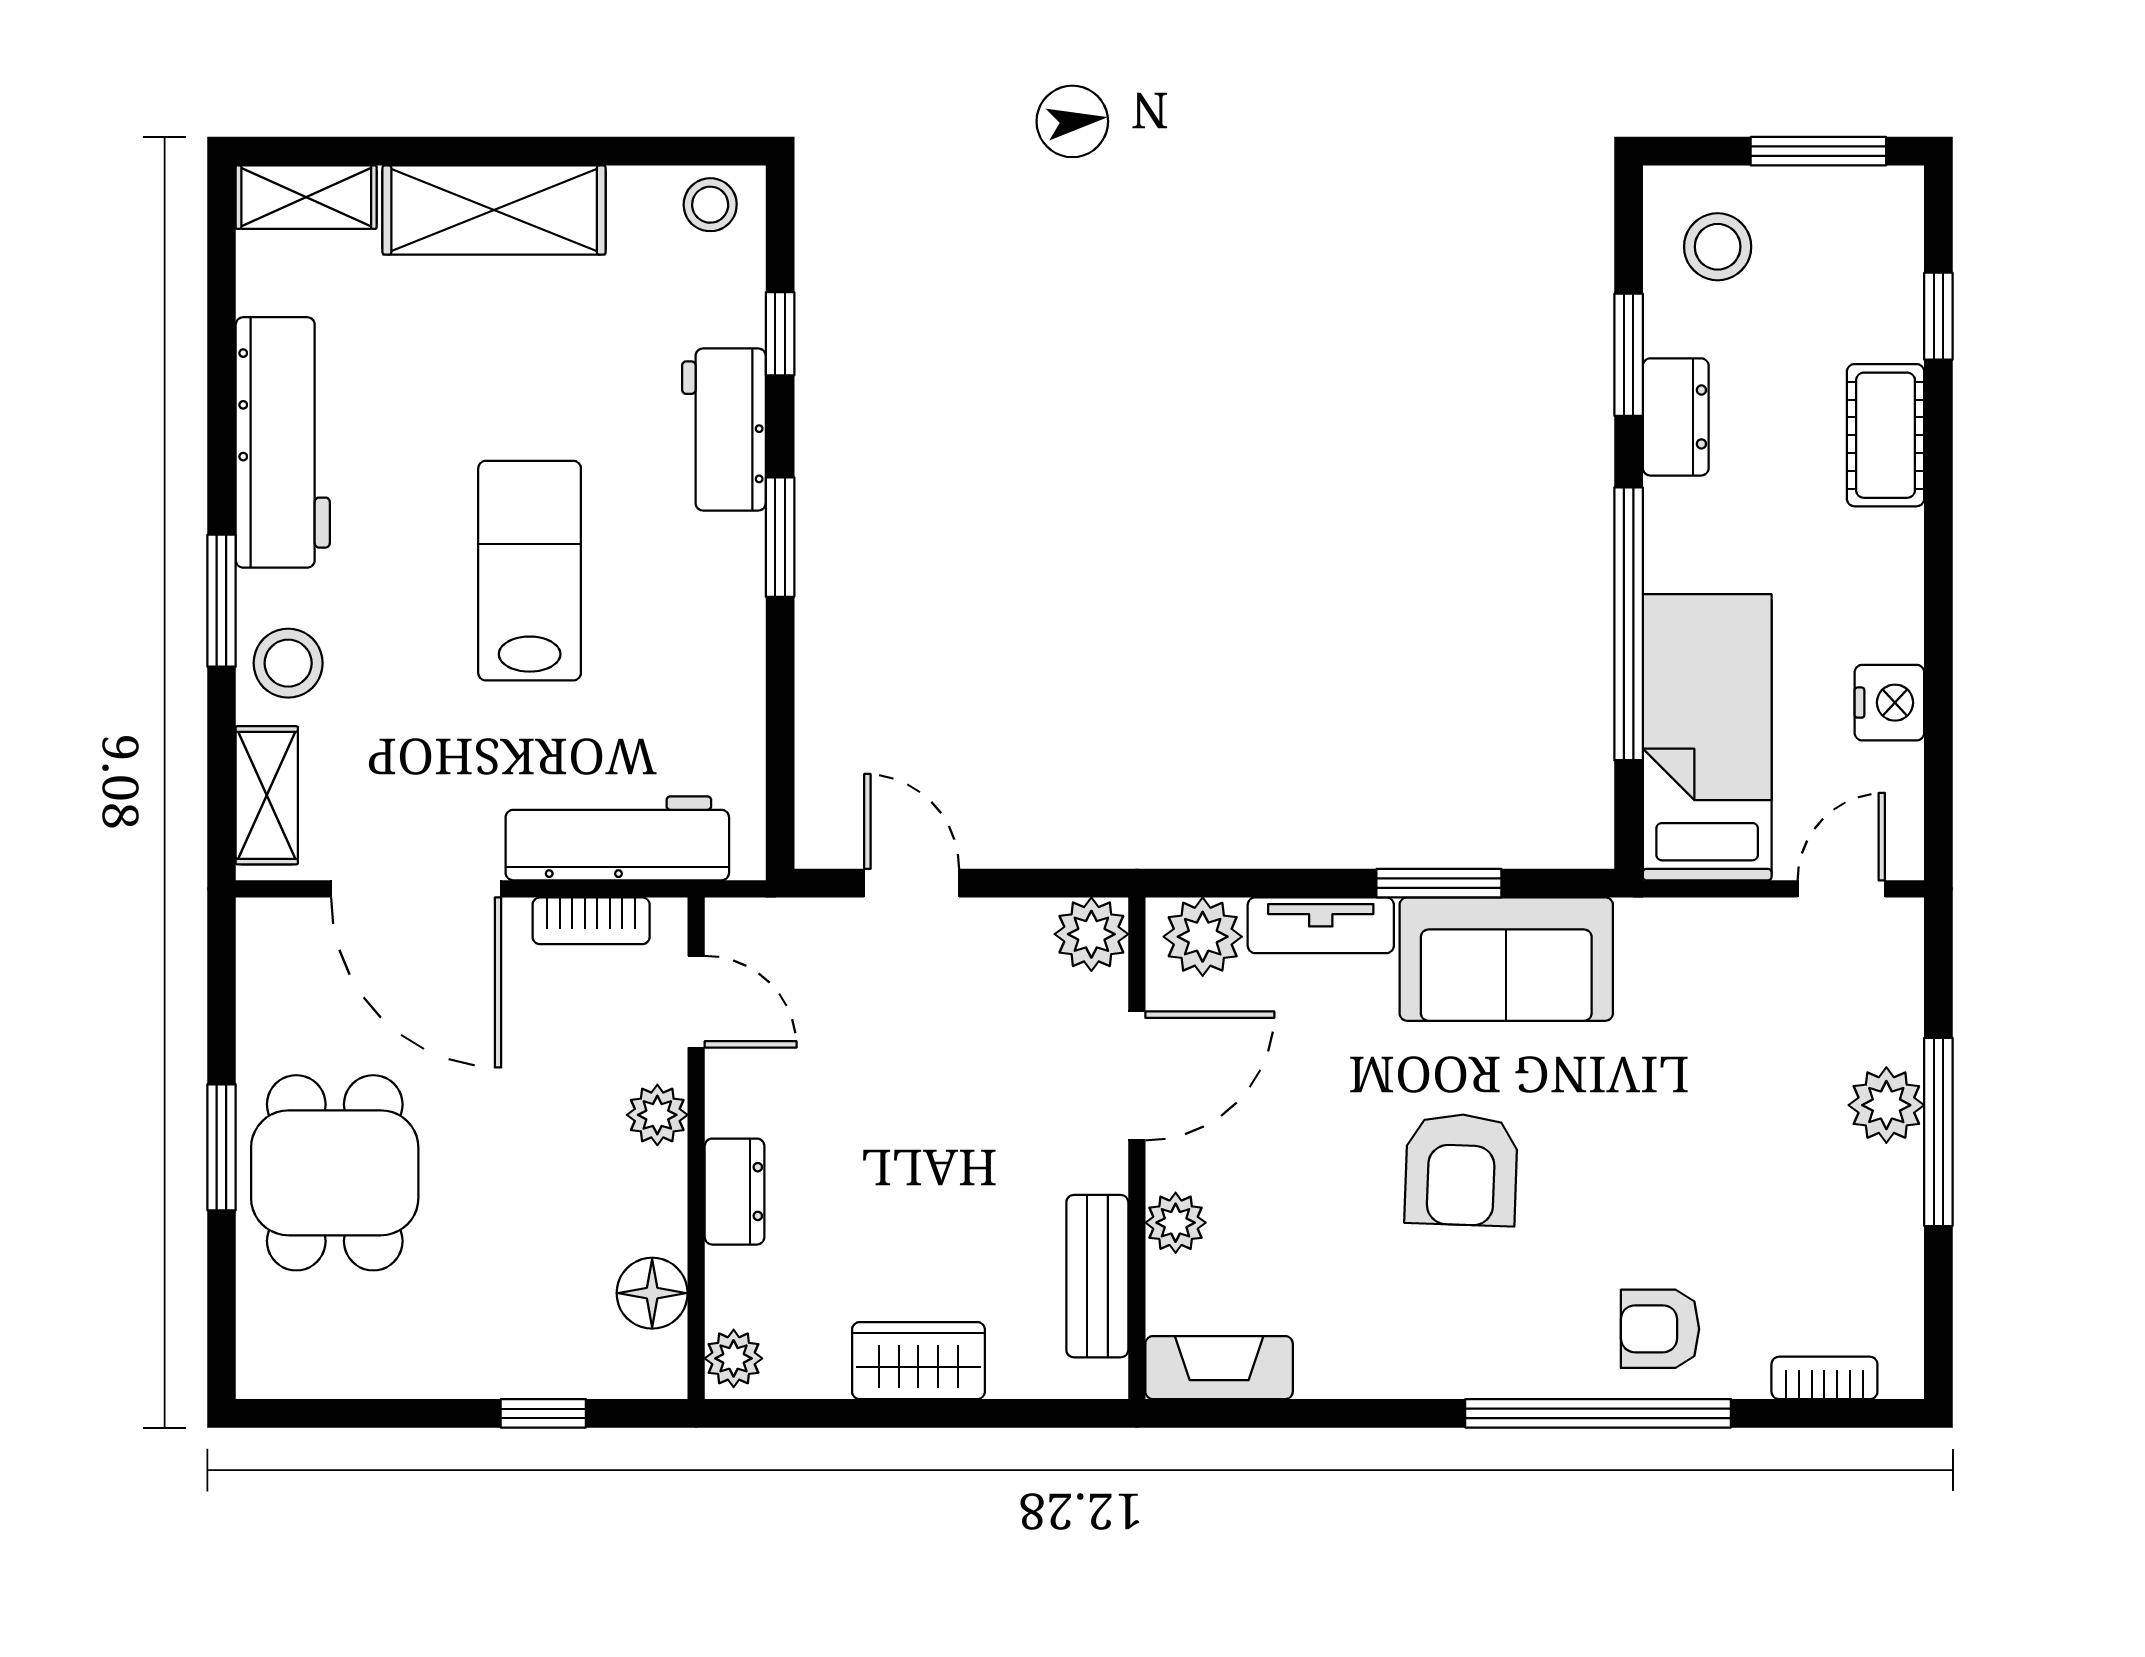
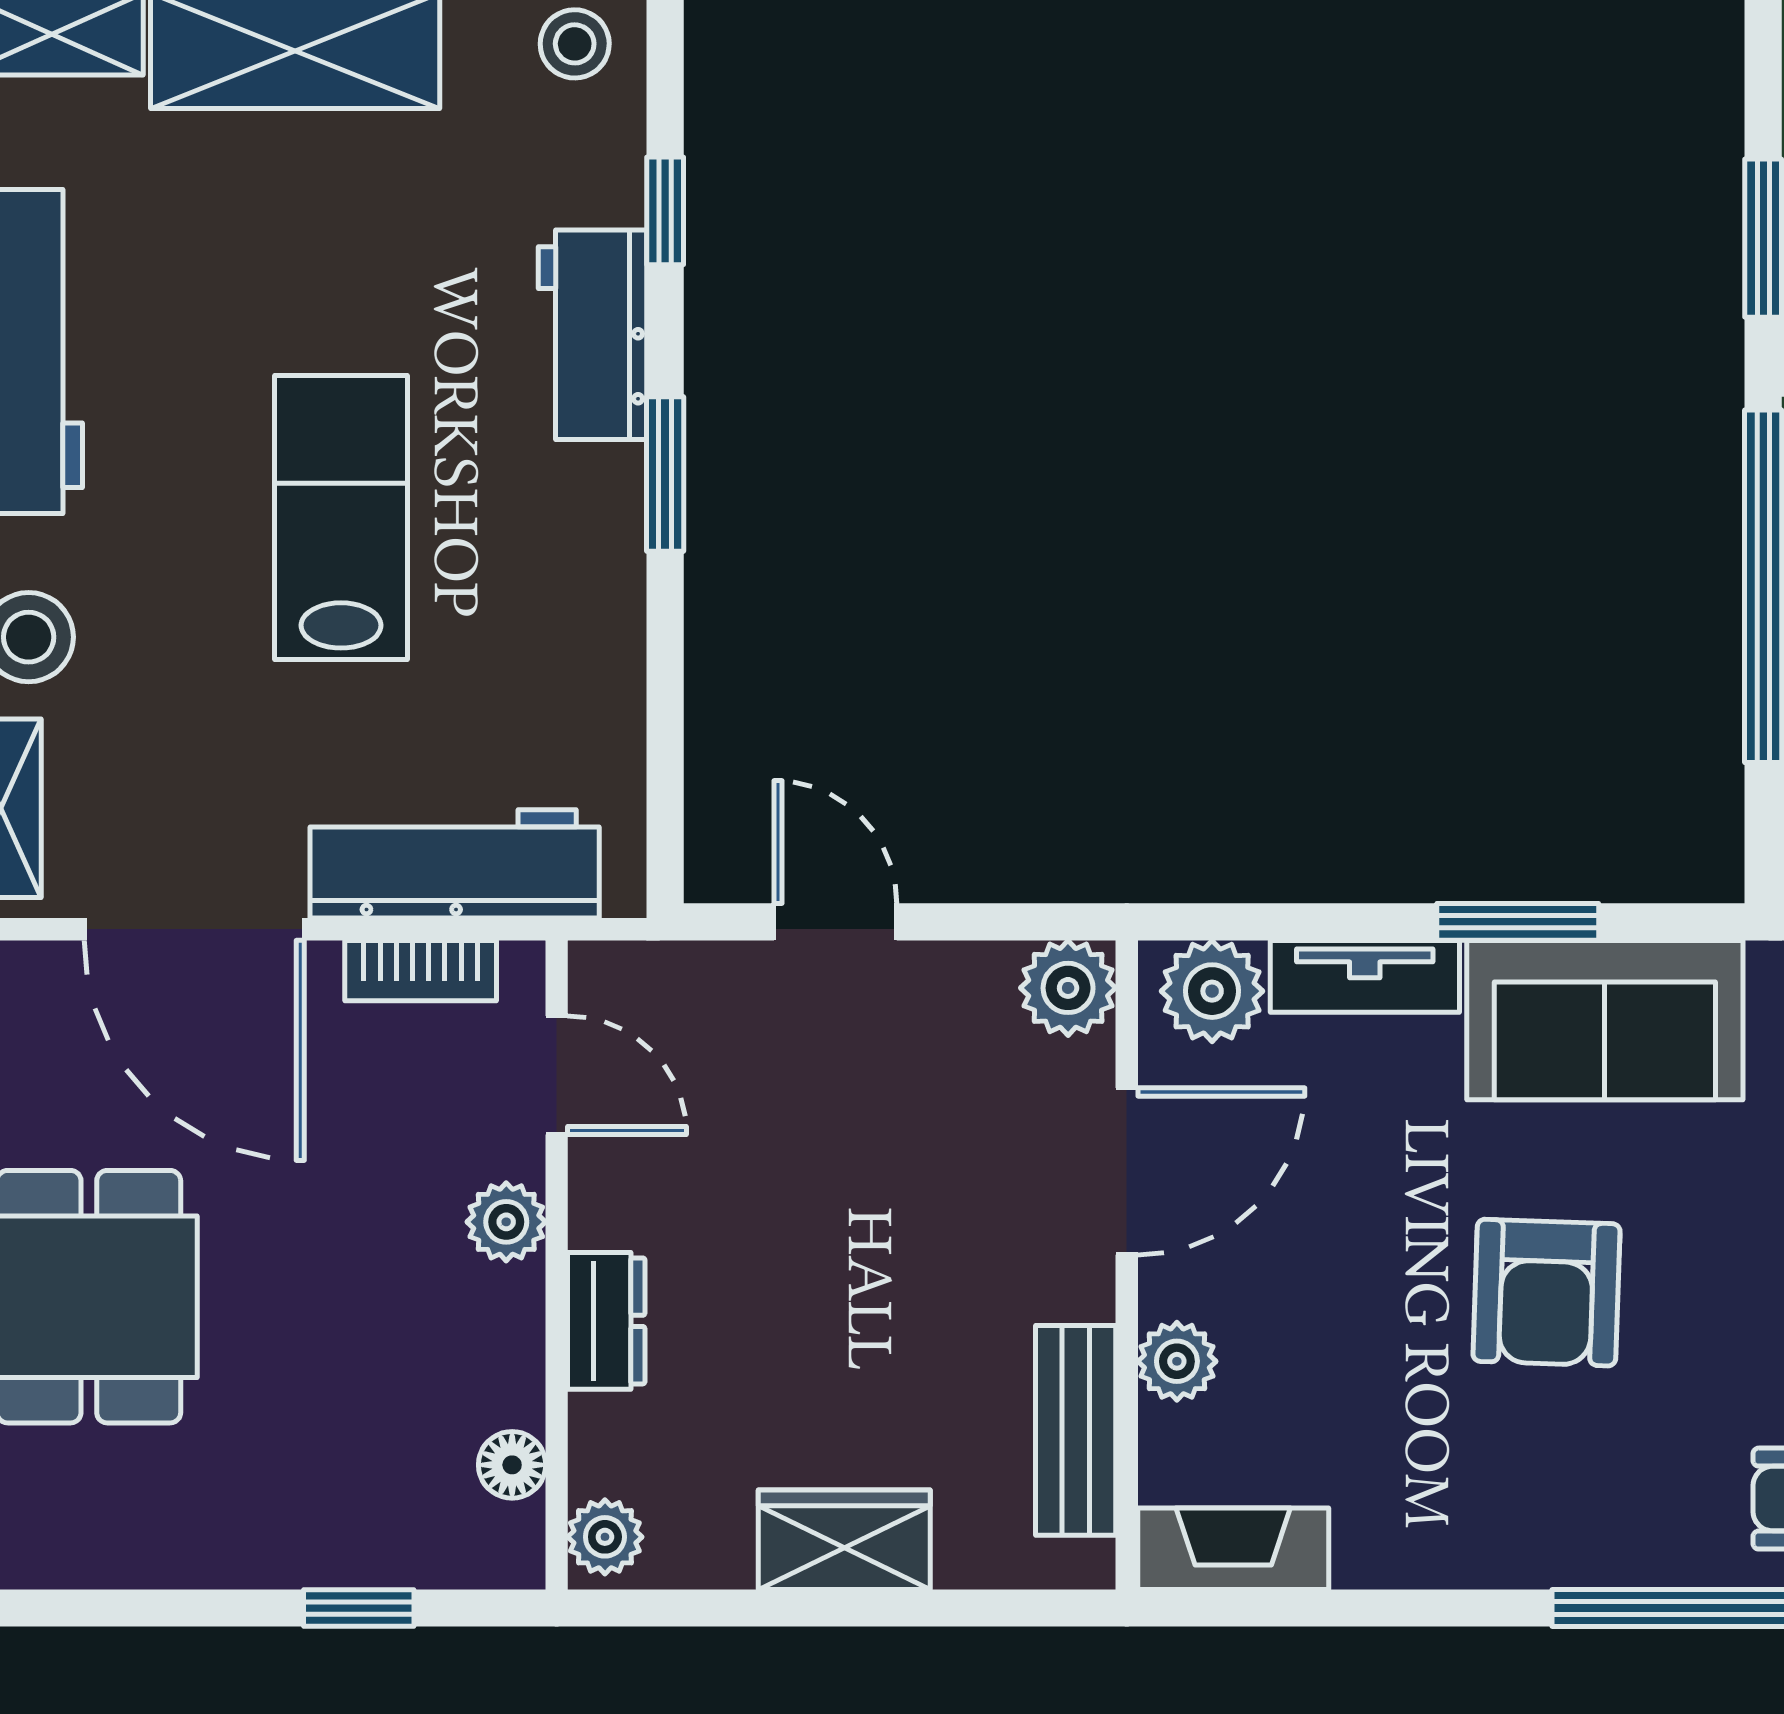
floor lamp: (652, 1293) -> (512, 1465), width x0.73, depth x0.73

